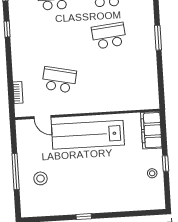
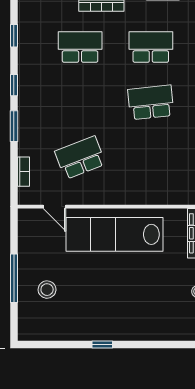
window: (9, 59) -> (14, 126), added
school desk: (59, 80) -> (80, 158), turned -33

